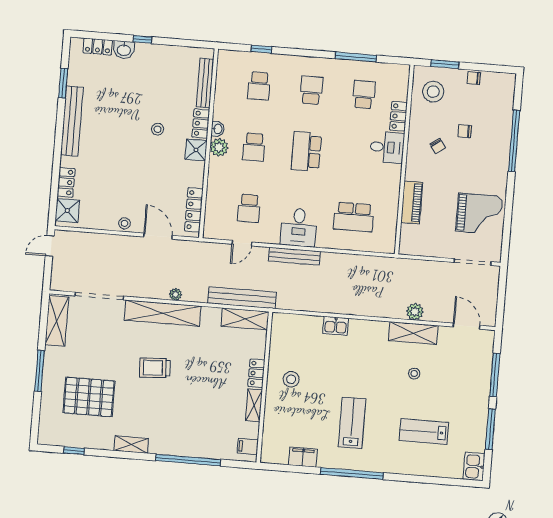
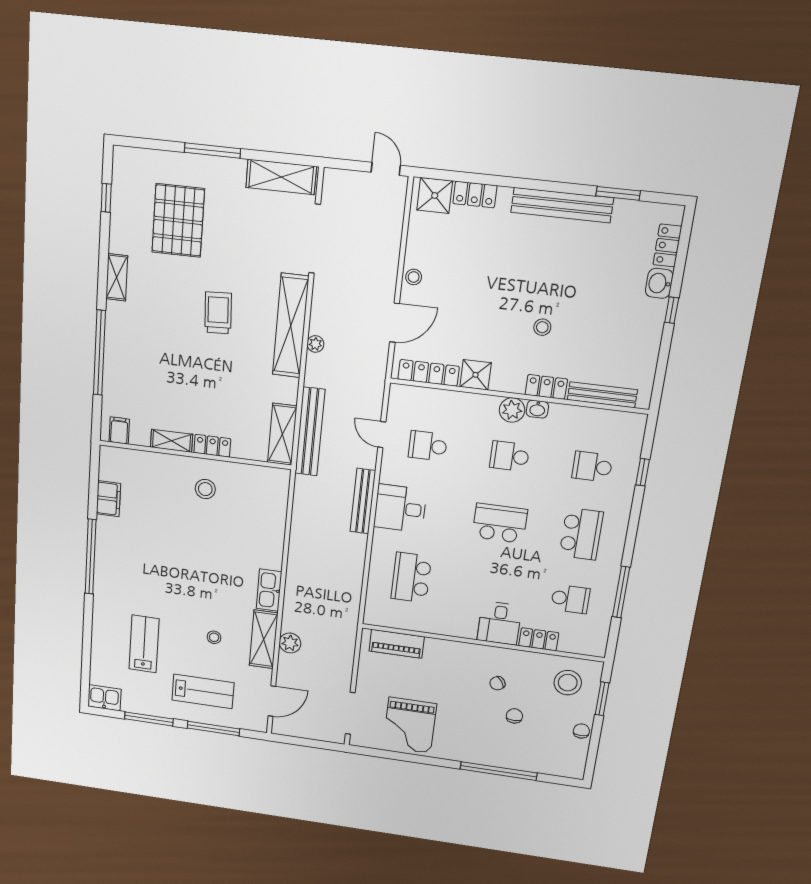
school desk: (311, 90) -> (581, 534), width x1.85
shower: (196, 150) -> (476, 375), moved
piano: (412, 202) -> (397, 644), moved
kitchen sink: (336, 326) -> (269, 590), moved, width x1.38
lab bench: (352, 423) -> (203, 691), moved

